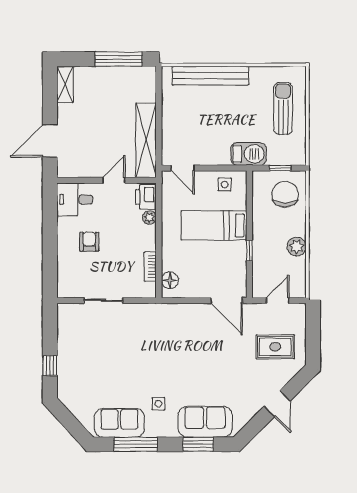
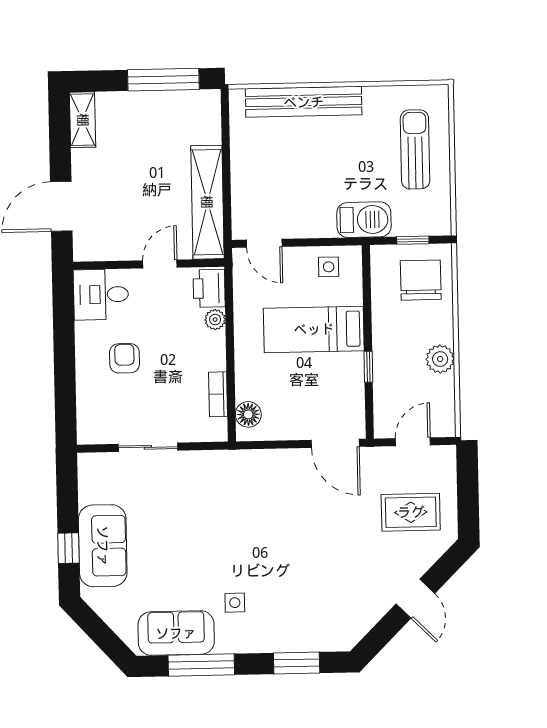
sofa: (205, 422) -> (103, 546), moved, turned 90

